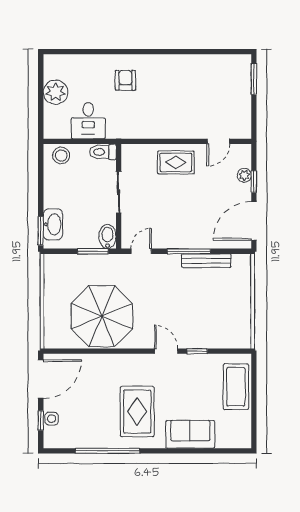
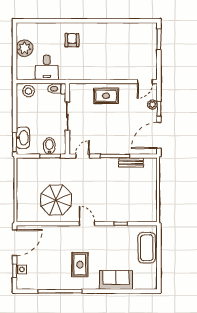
door: (218, 141) -> (145, 82), moved
bidet: (108, 236) -> (49, 146), moved
bench: (206, 261) -> (131, 162), width x0.73
parasol: (102, 316) -> (56, 200), width x0.73, depth x0.73
door: (166, 351) -> (87, 224), moved
rug: (137, 412) -> (80, 265), width x0.73, depth x0.70

